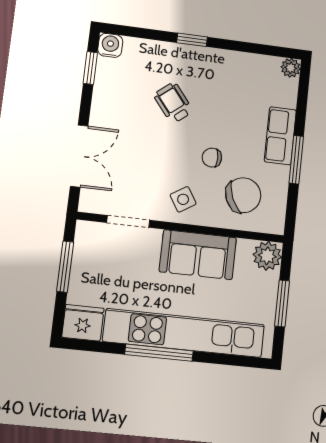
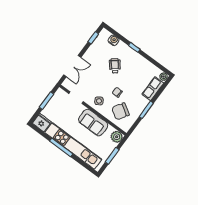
water cooler: (110, 45) -> (114, 40), moved
row of seats: (280, 136) -> (153, 89), moved
chair: (243, 195) -> (121, 111), turned 145

